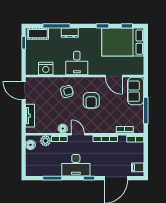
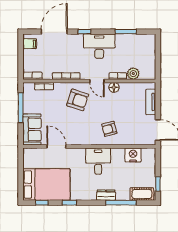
armchair: (91, 100) -> (78, 100), moved, turned 108
floor lamp: (30, 145) -> (150, 69), removed

